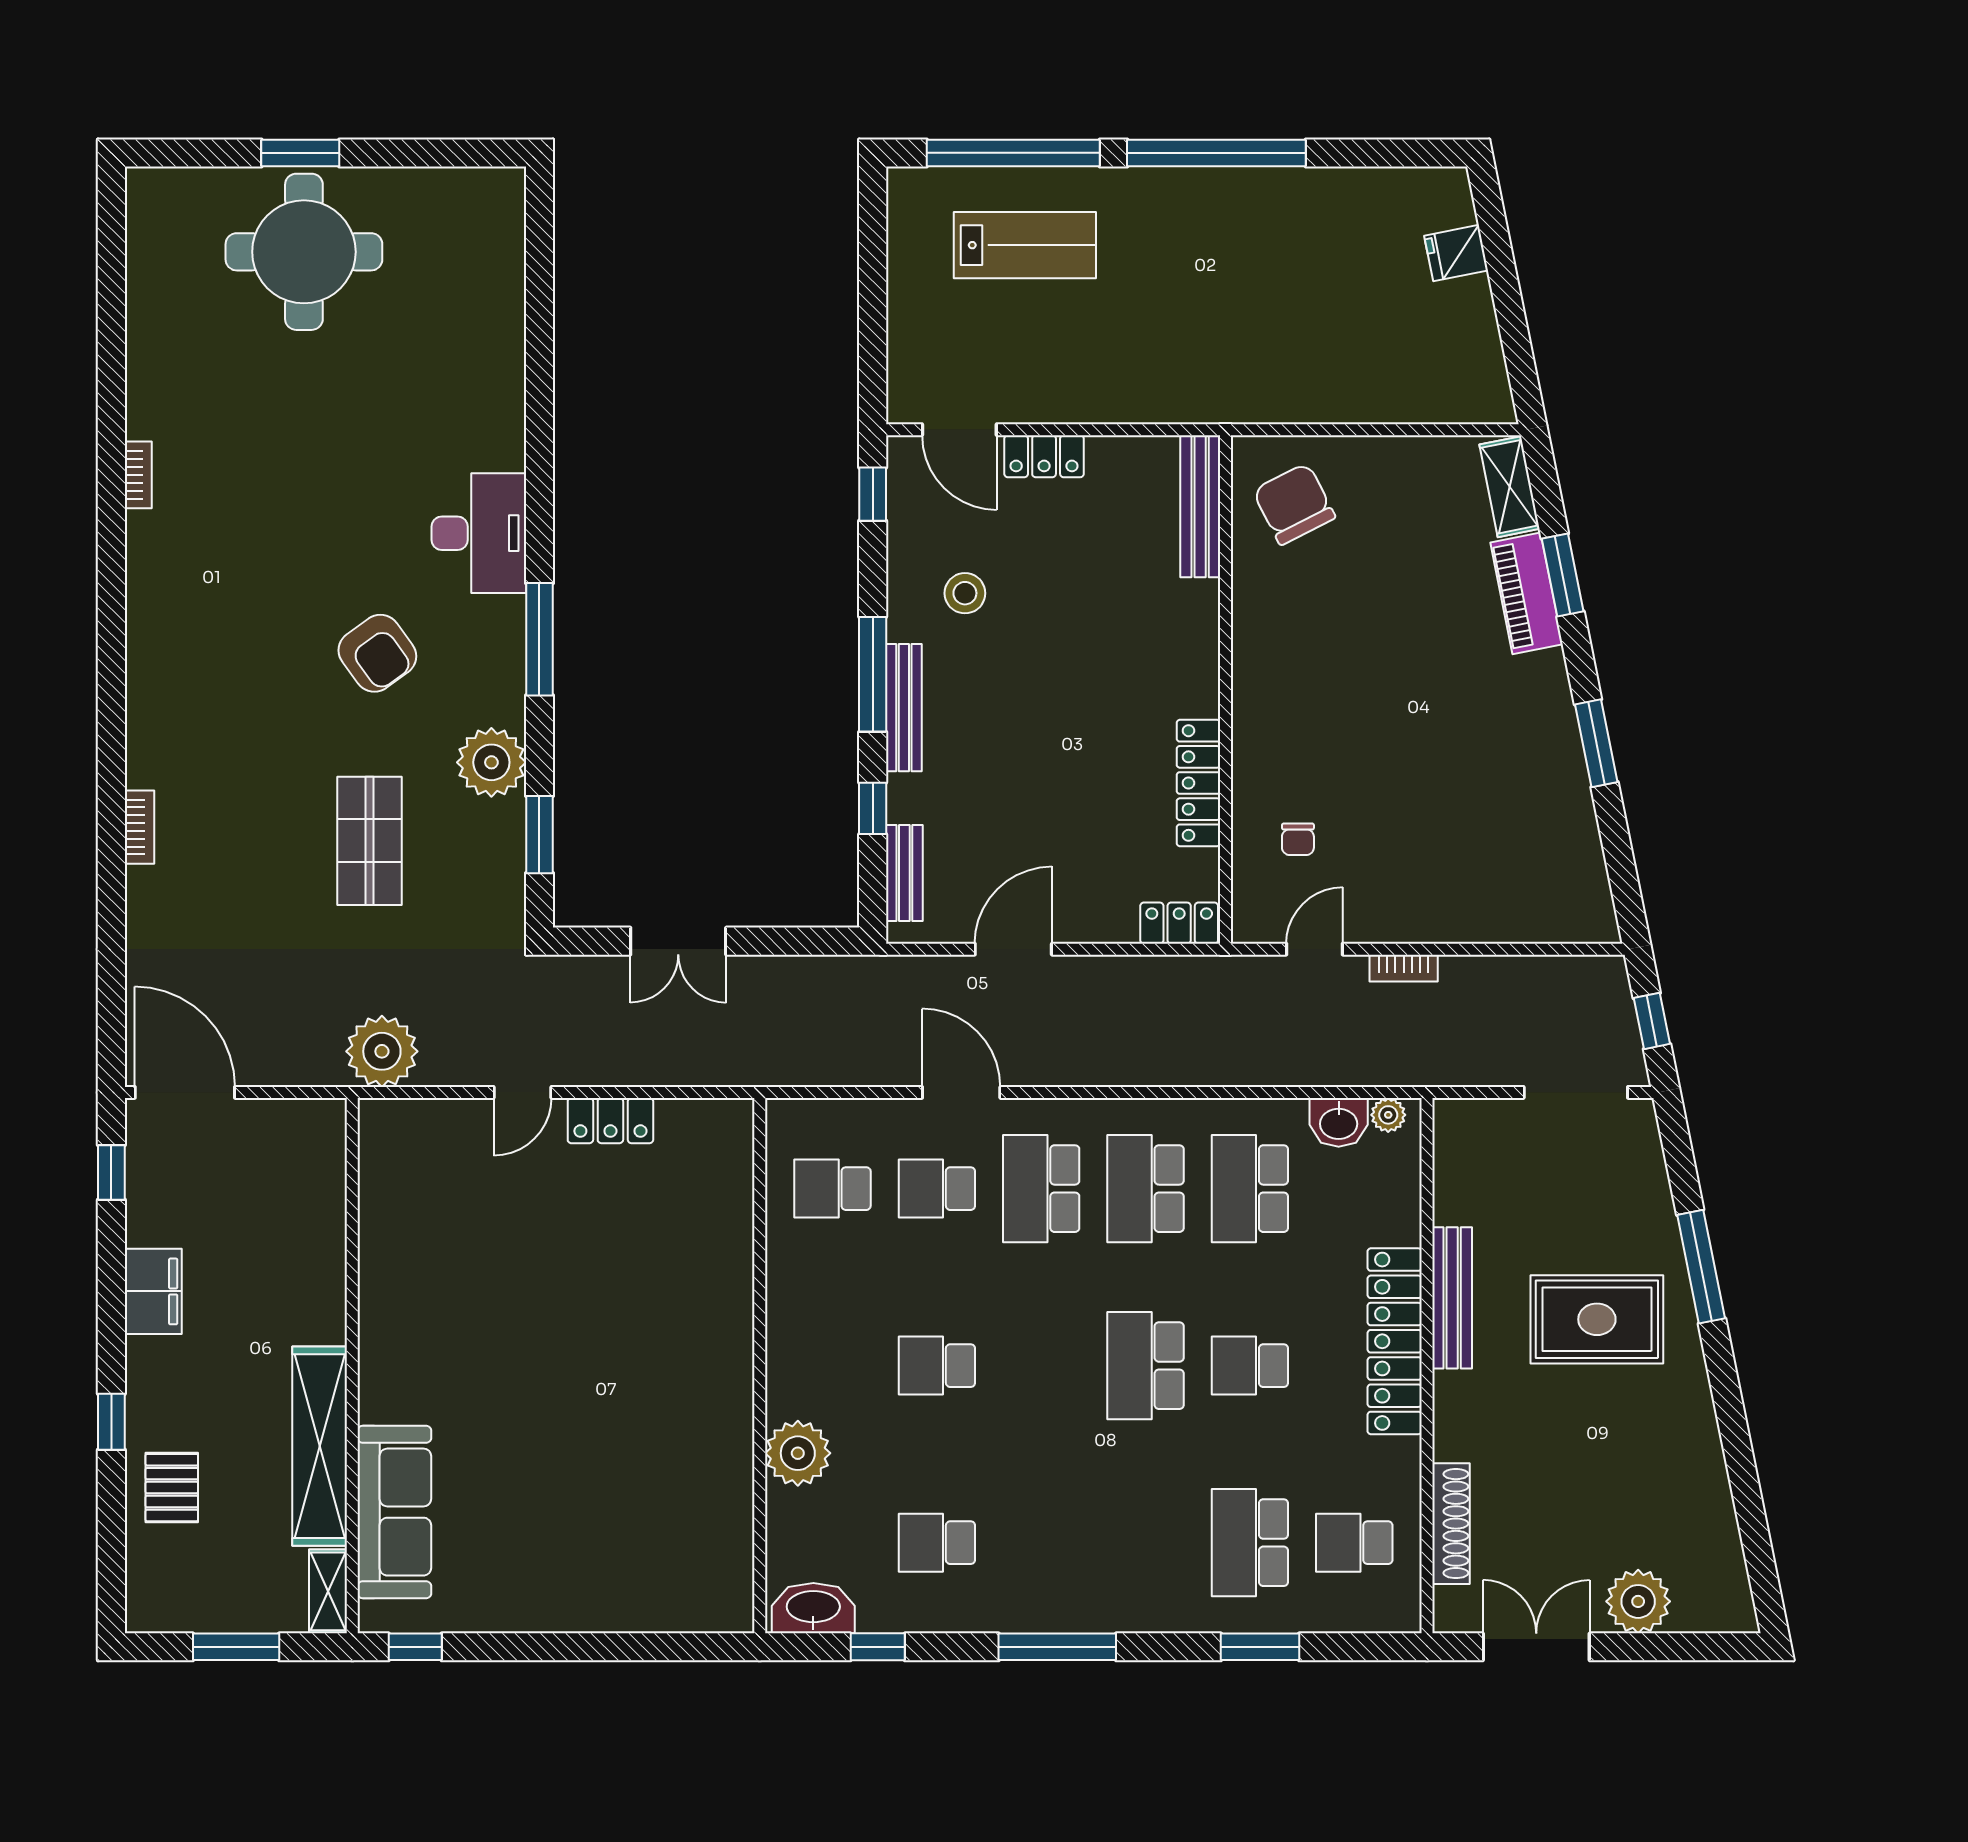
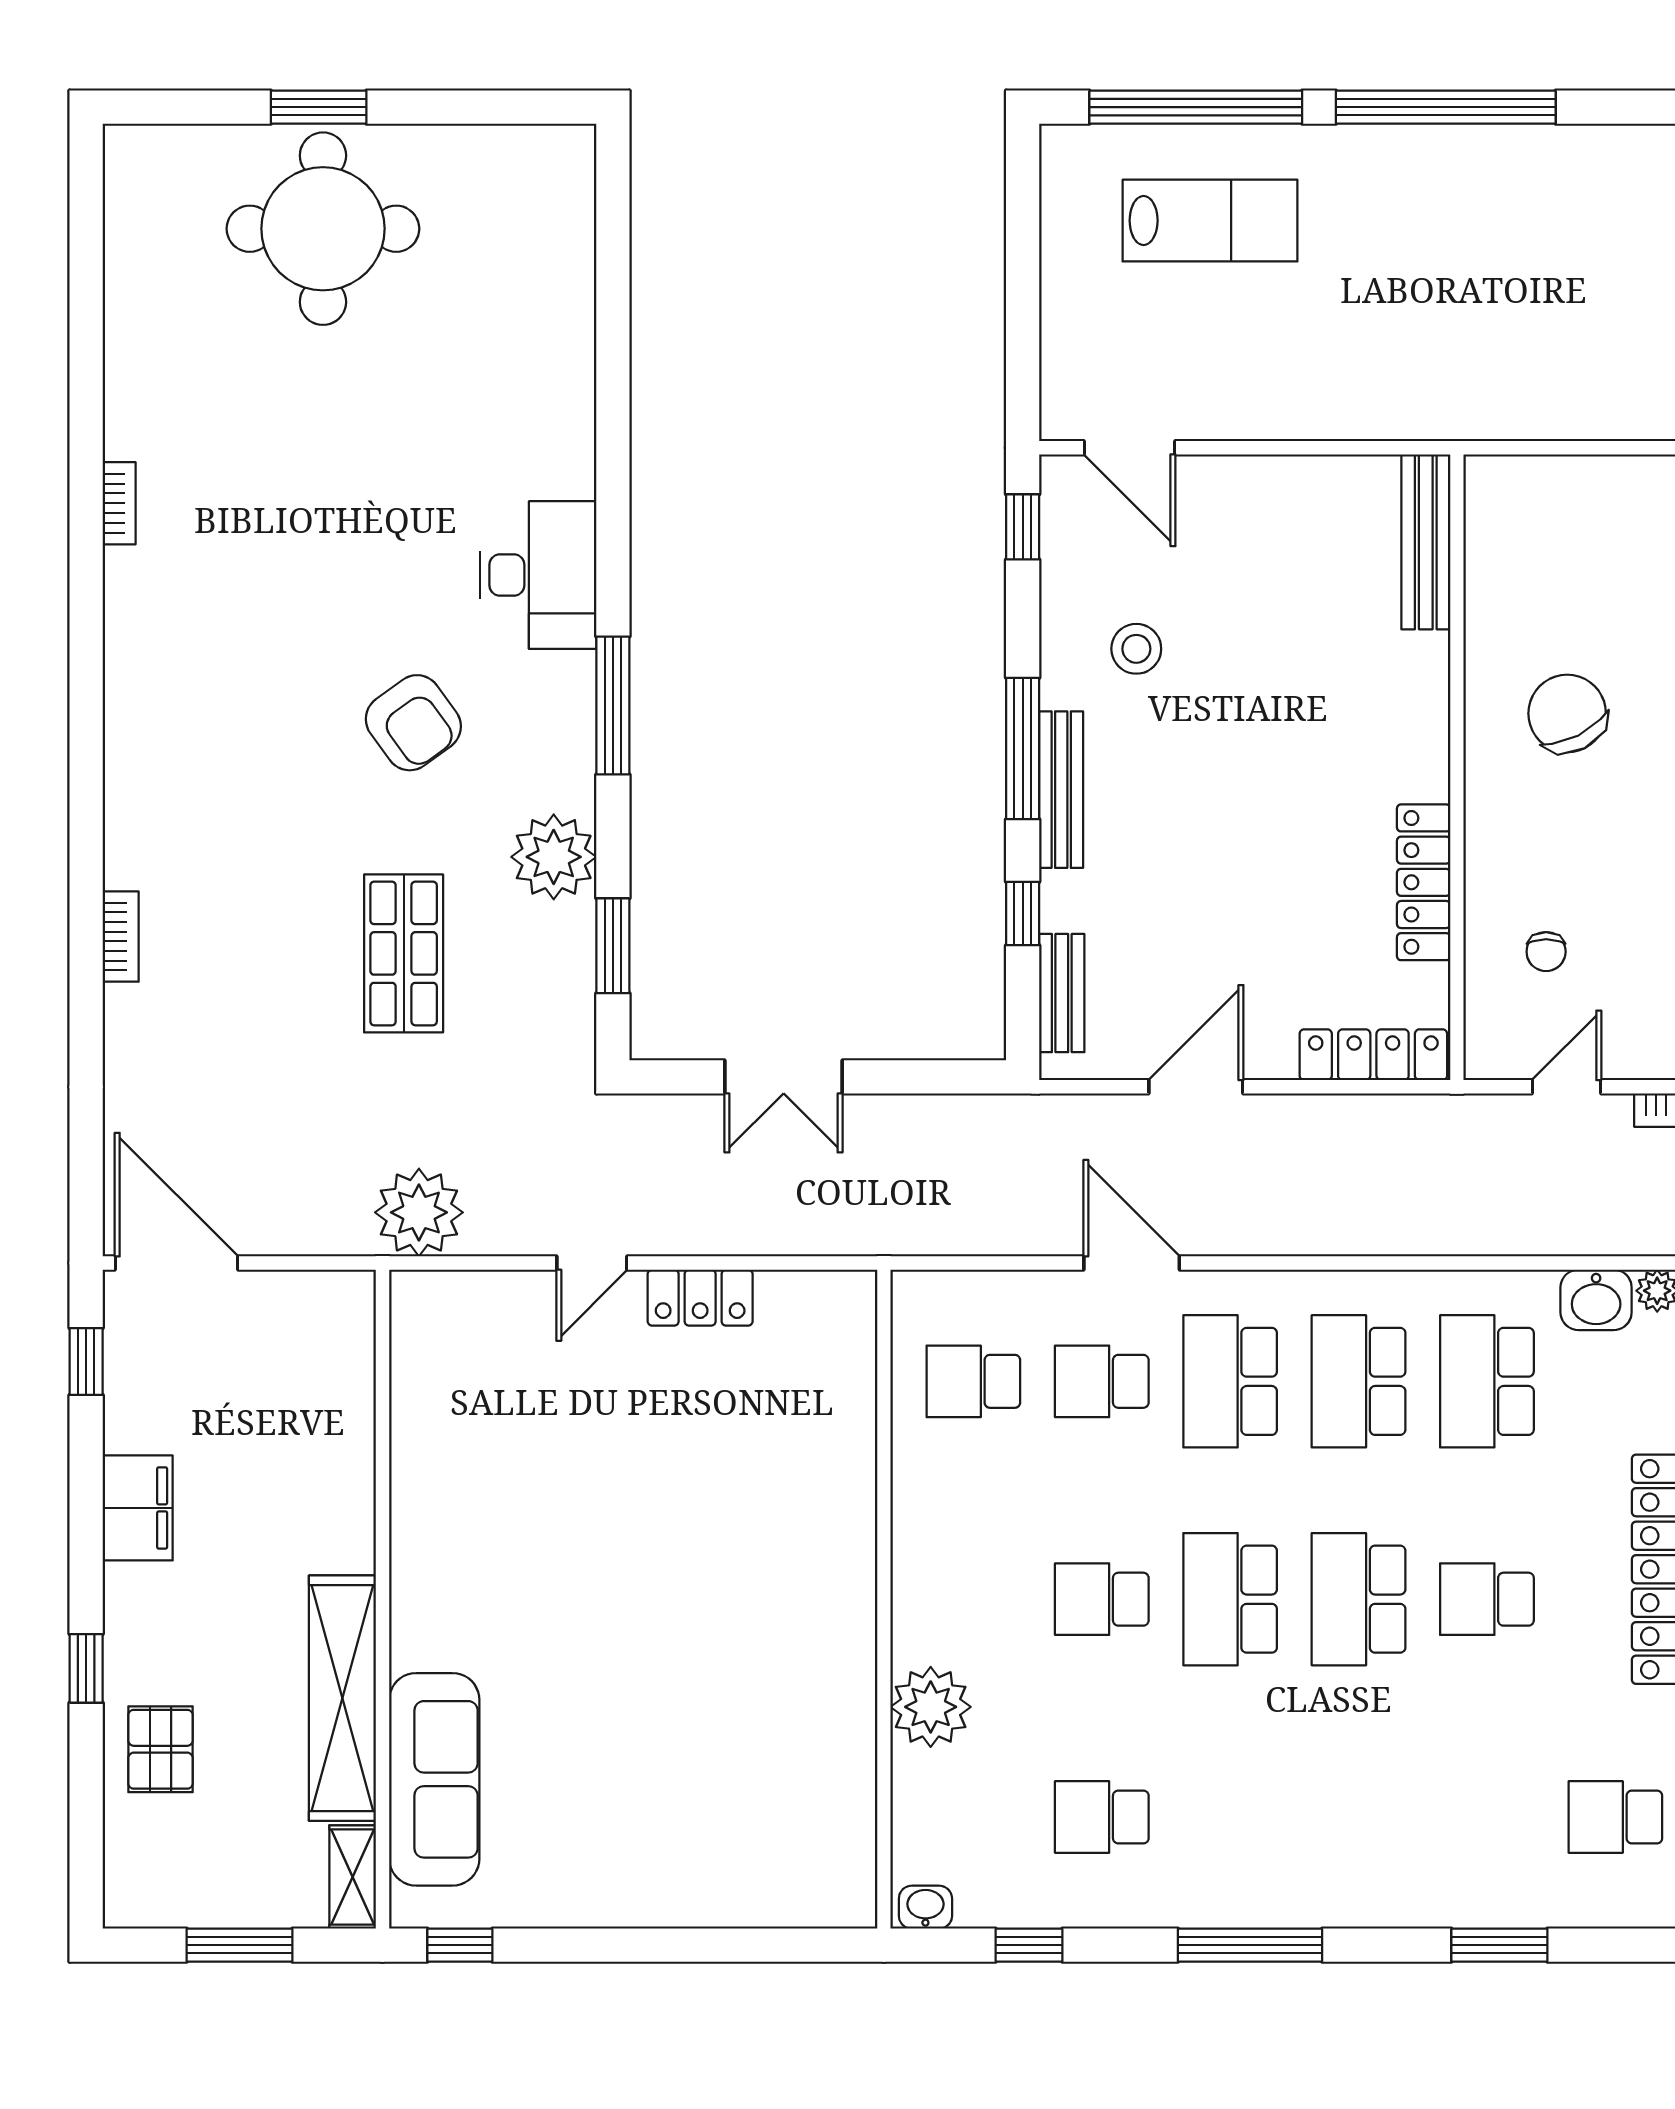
locker: (1044, 456) -> (1234, 480), removed
chair: (1294, 504) -> (1567, 713), moved
locker: (1179, 923) -> (1373, 1055), width x1.53
school desk: (1250, 1543) -> (1230, 1599), moved
washbasin: (813, 1608) -> (925, 1907), width x0.52, depth x0.69

